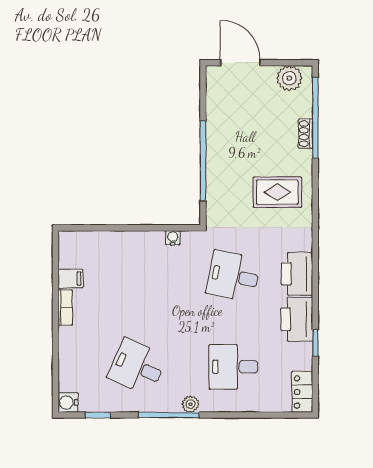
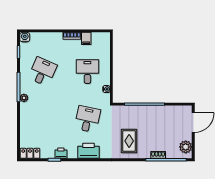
printer: (297, 319) -> (61, 153), width x0.53, depth x0.68
desk: (233, 367) -> (87, 72), moved

